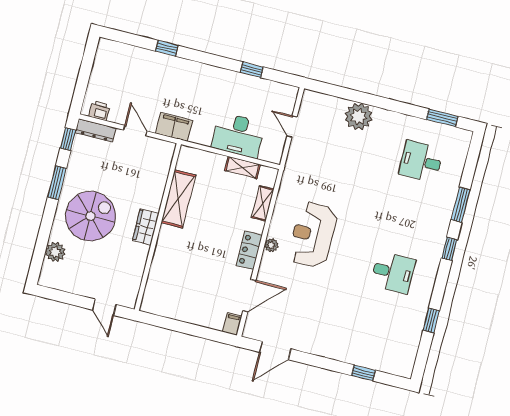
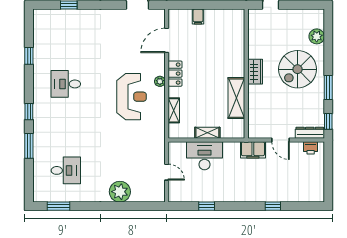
shelving: (243, 168) -> (207, 133), moved
filing cabinet: (232, 324) -> (198, 17), moved

